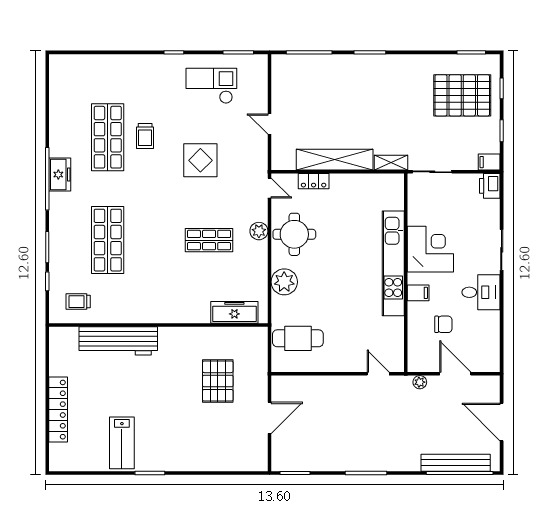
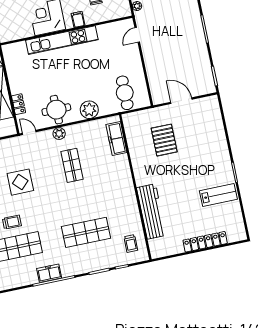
door: (269, 188) -> (29, 132), hinge flipped
pallet: (218, 381) -> (164, 140), turned 90

